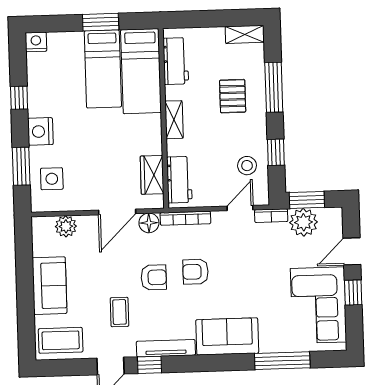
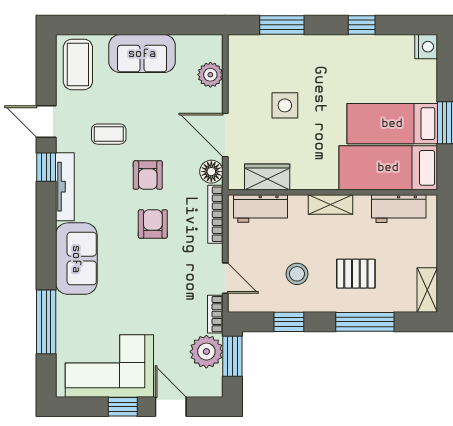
nightstand: (40, 131) -> (322, 49), removed
stool: (247, 166) -> (297, 274), moved
side table: (52, 179) -> (285, 105), moved

